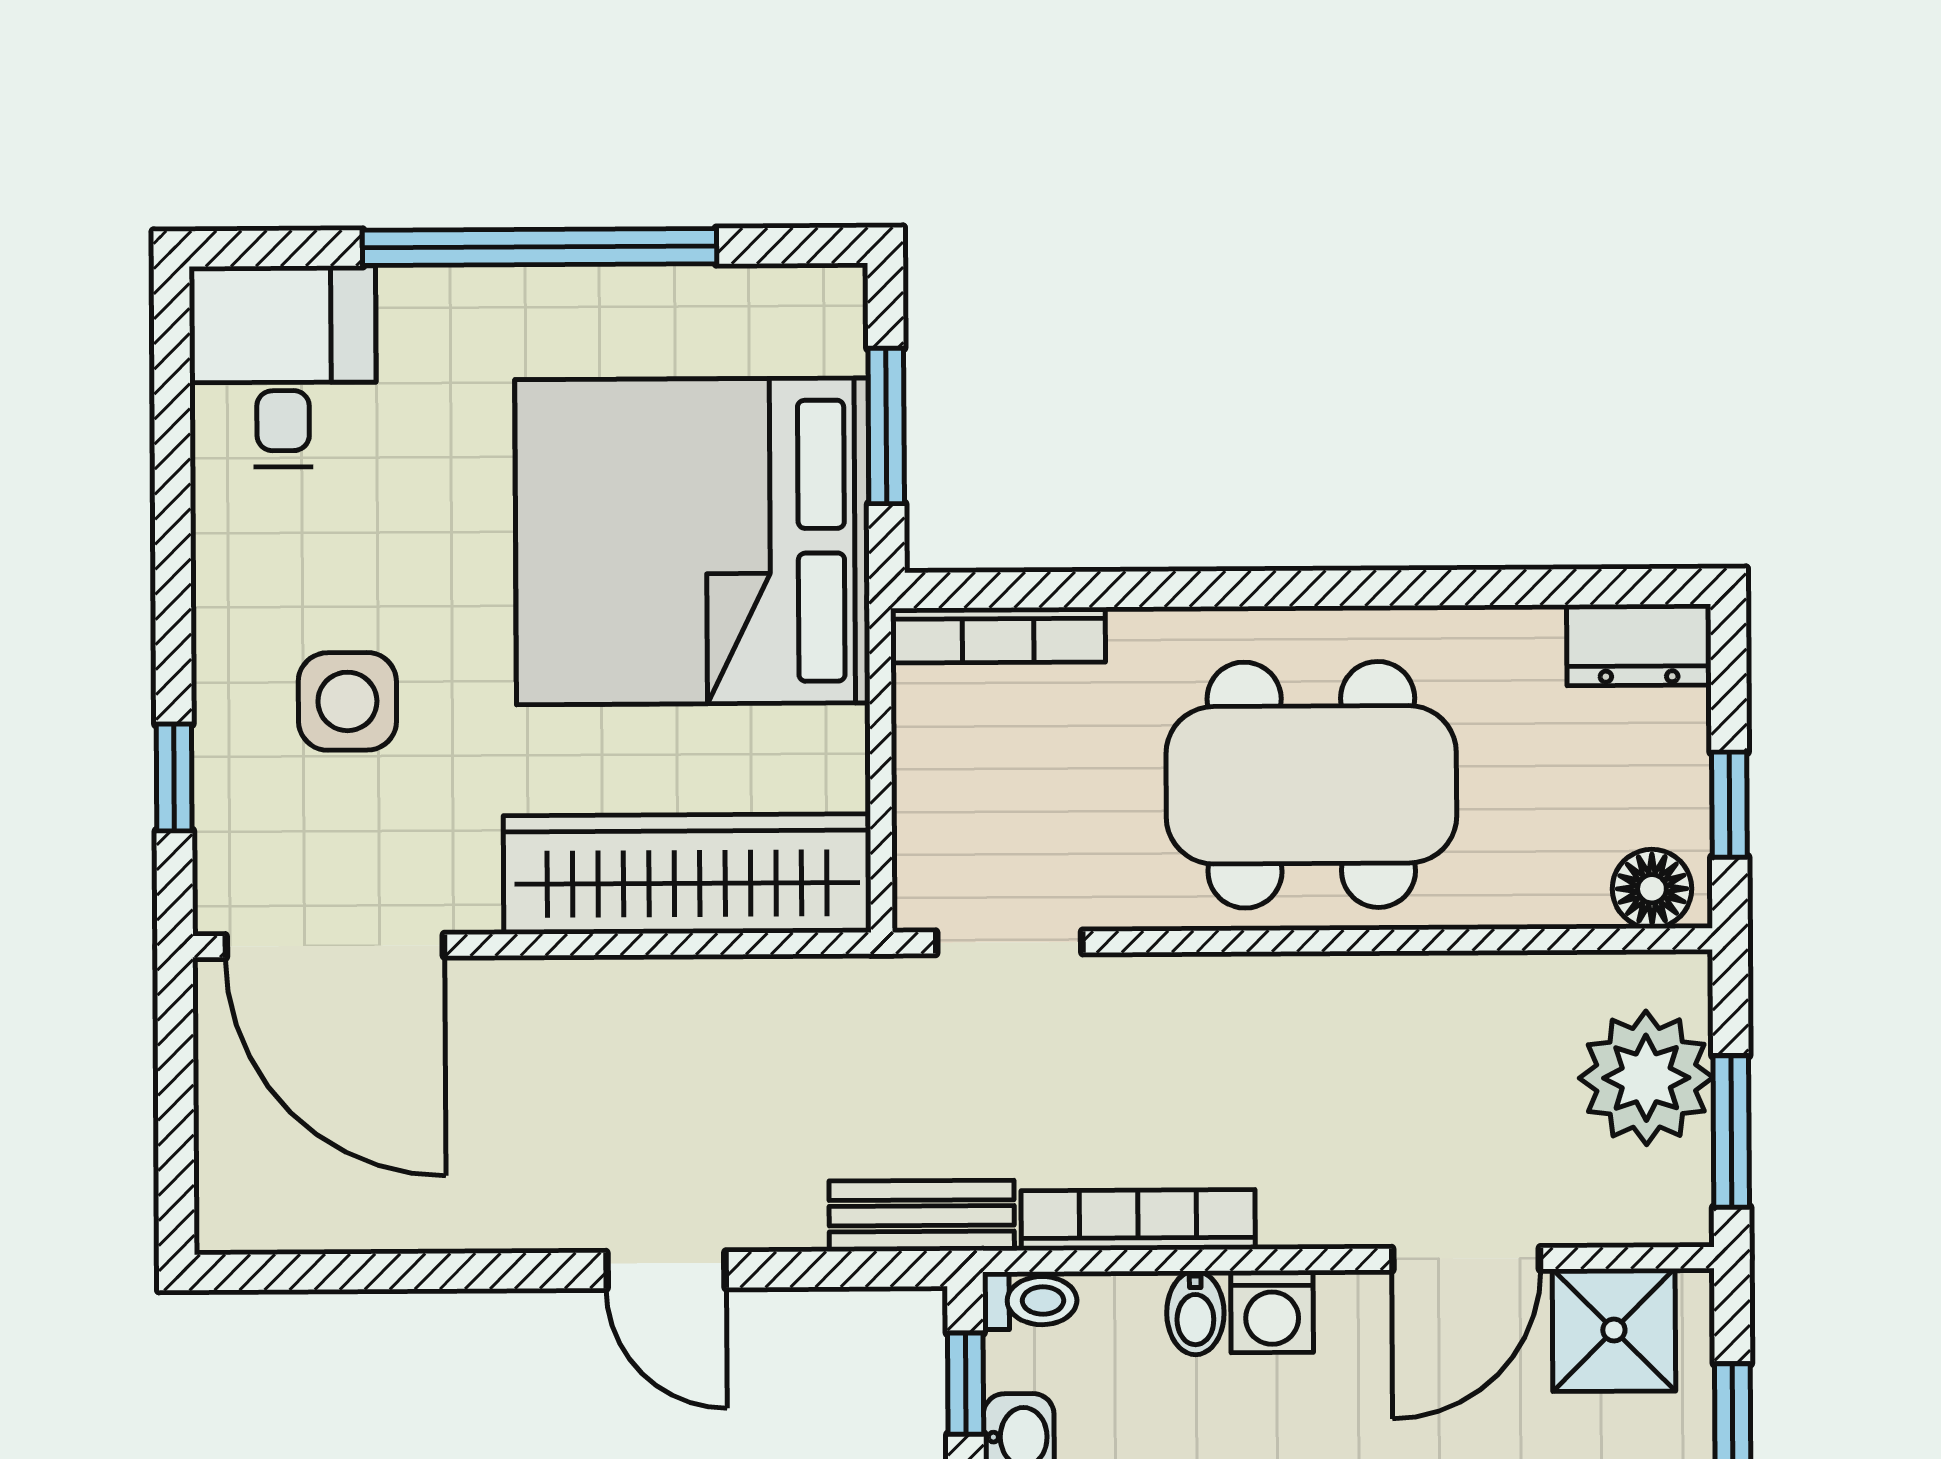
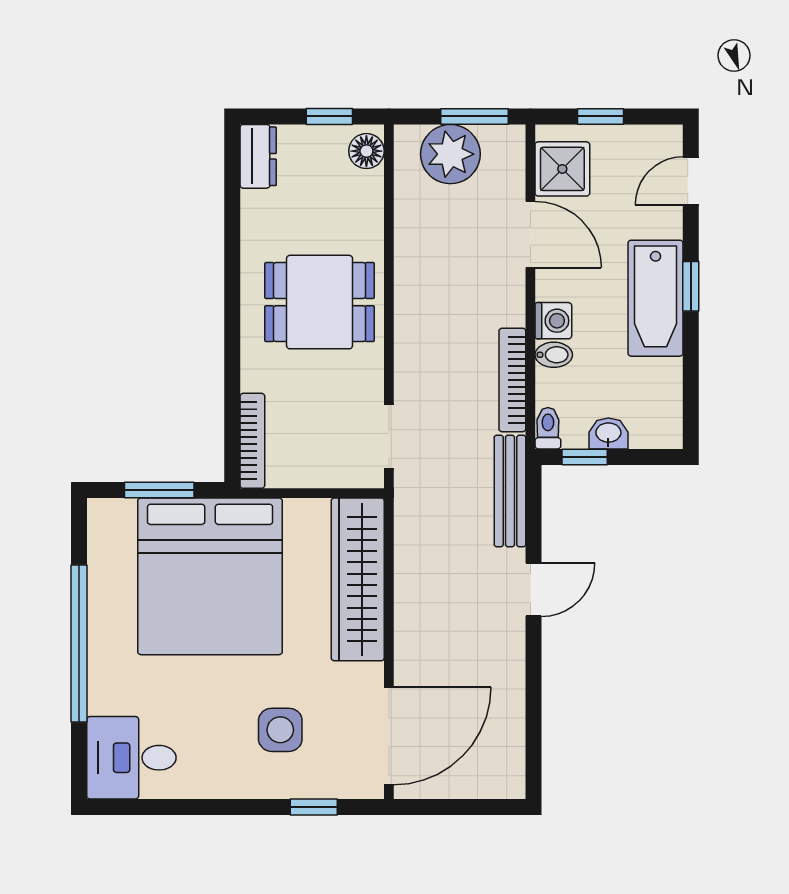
dining table: (1311, 785) -> (320, 302), width x0.73
bench: (922, 1216) -> (510, 491), width x1.36

